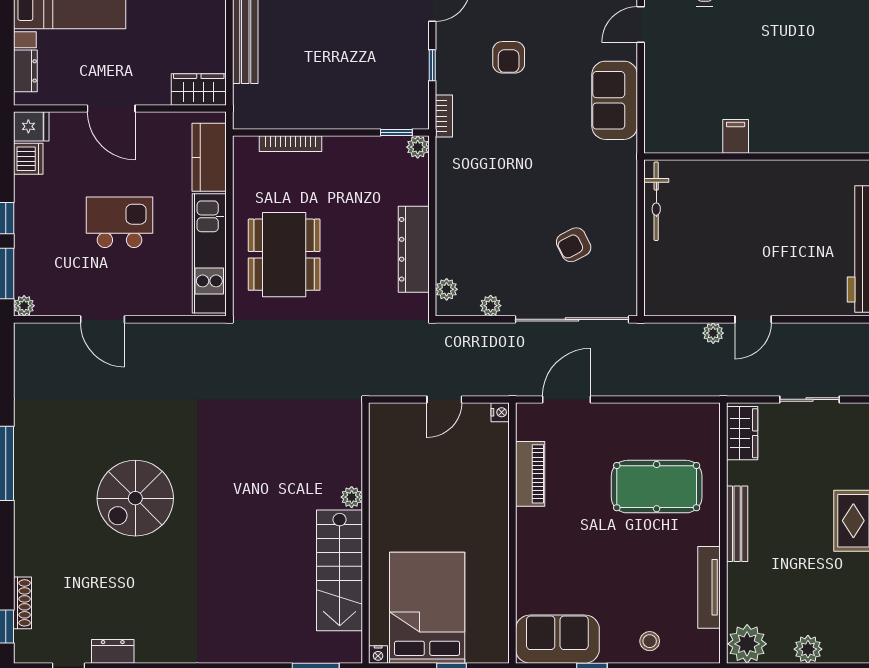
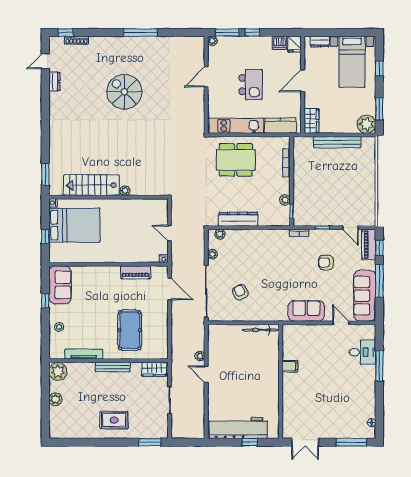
plant: (418, 147) -> (285, 200), moved

